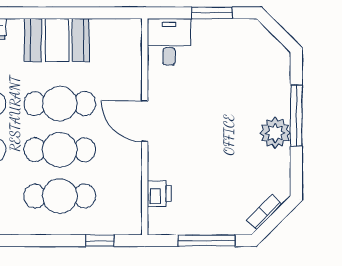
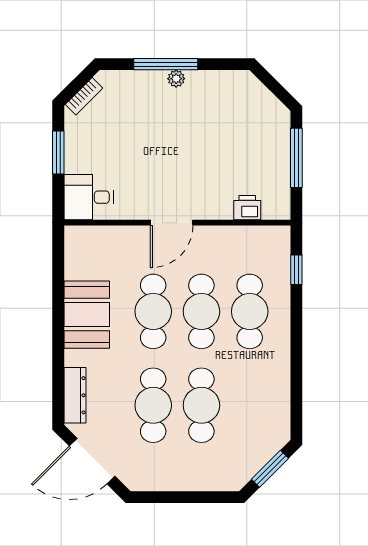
plant: (275, 133) -> (176, 79), width x0.53, depth x0.53
bookcase: (264, 212) -> (84, 96), moved, turned -90

